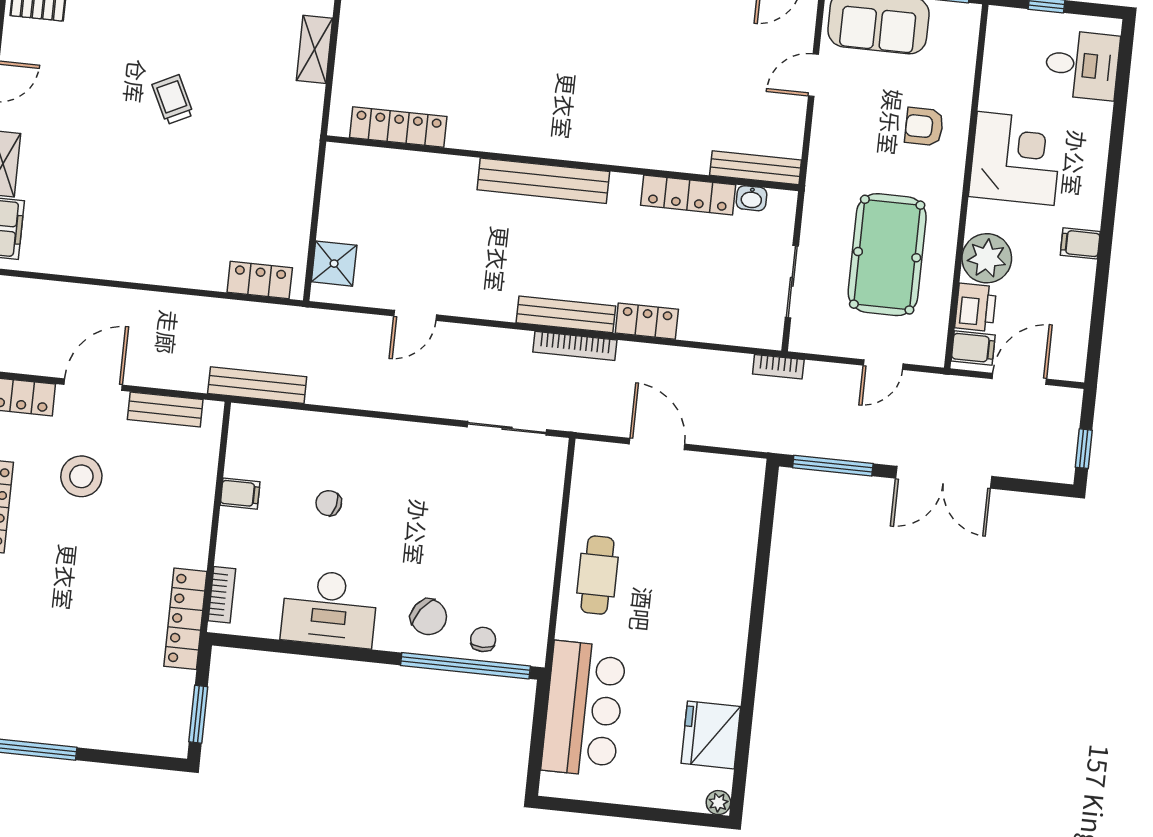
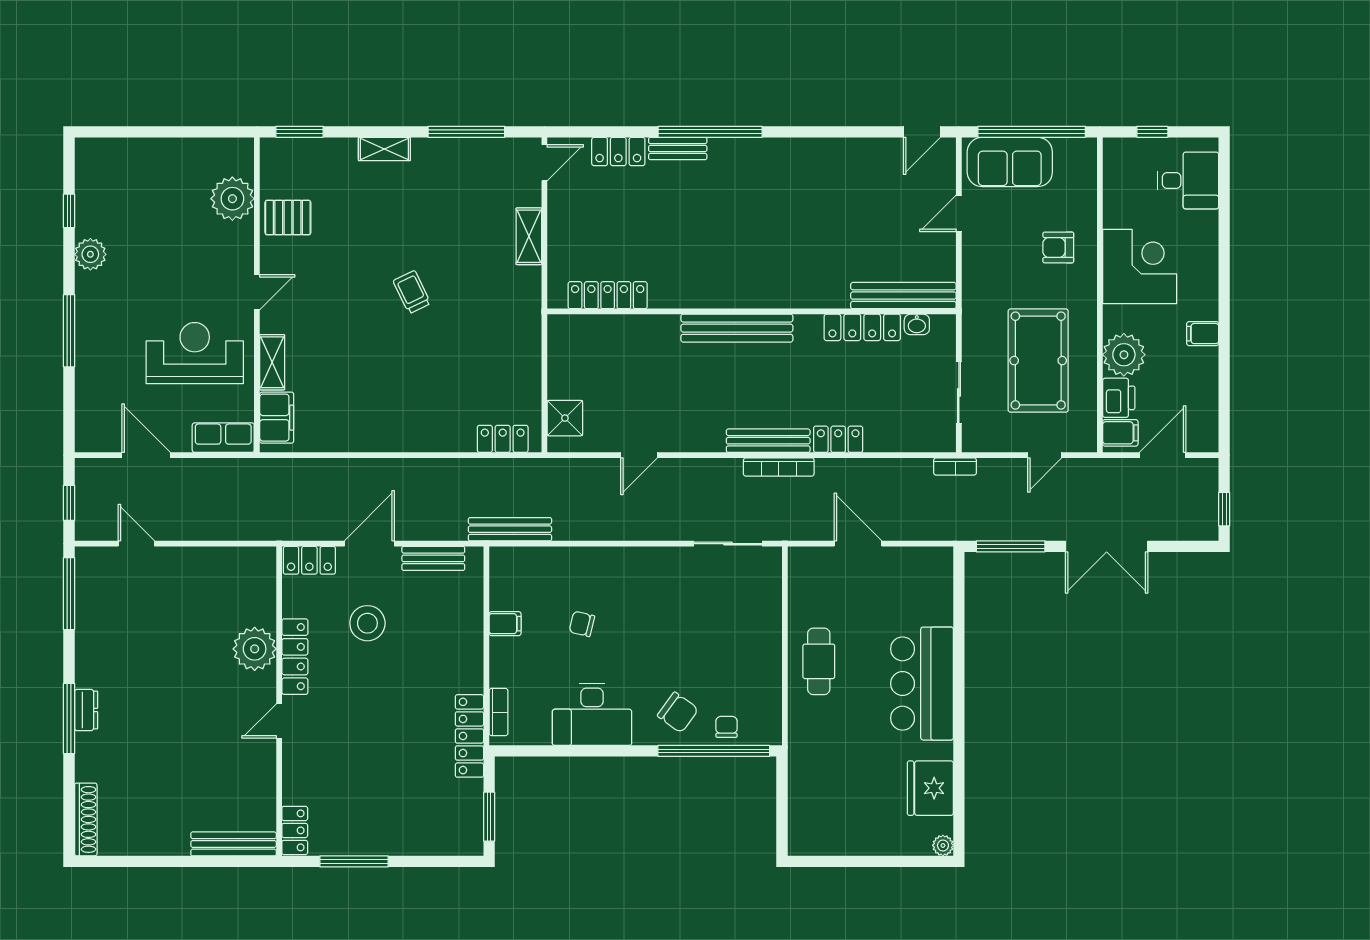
bench: (756, 168) -> (903, 296), width x1.37, depth x1.21
bar counter: (584, 709) -> (922, 684), moved, turned 180

